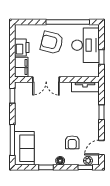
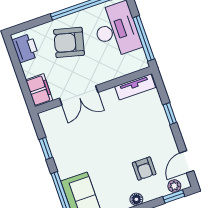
printer: (22, 48) -> (25, 48), moved
window: (102, 57) -> (144, 38), width x2.17
window: (12, 96) -> (46, 148), moved

